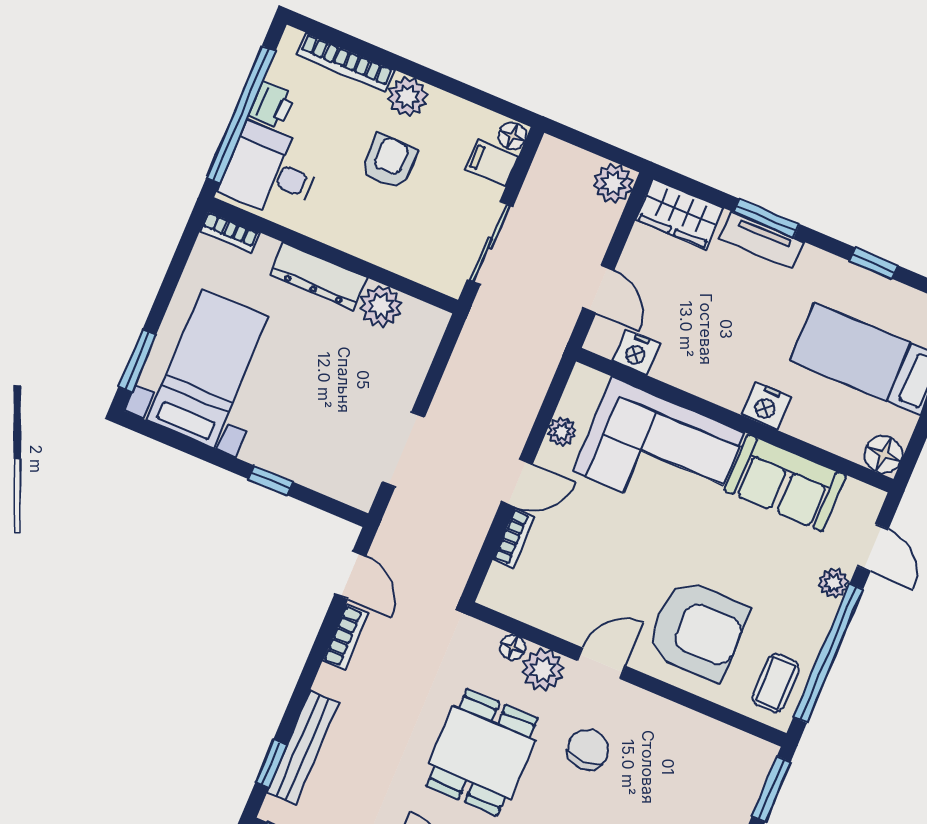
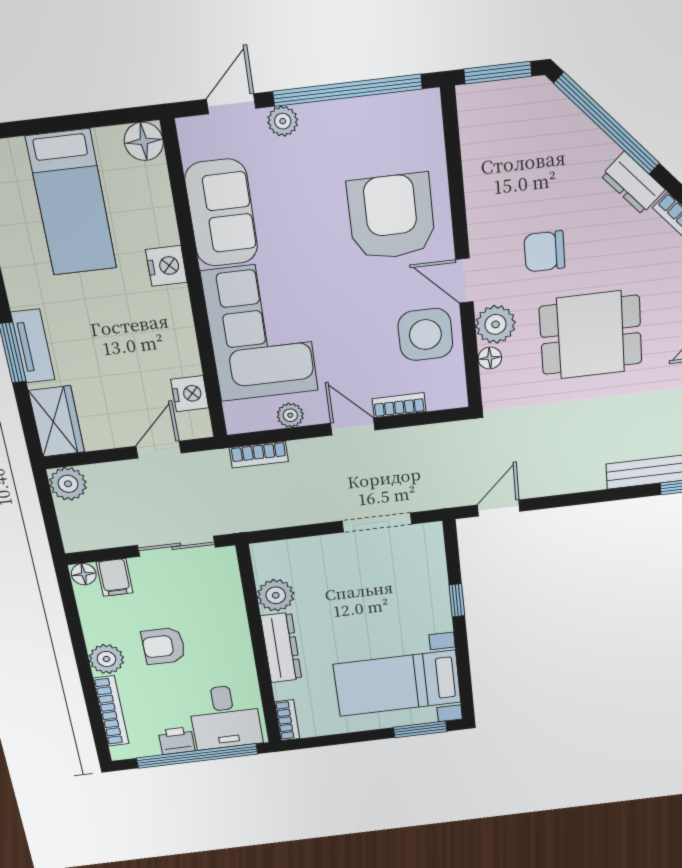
side table: (570, 600) -> (425, 335), added
bookcase: (346, 637) -> (259, 455), moved, turned 180
coffee table: (776, 683) -> (400, 123), removed

